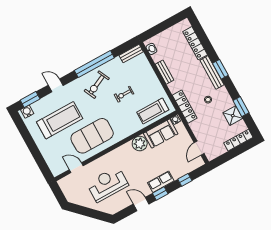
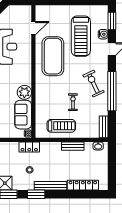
window: (220, 69) -> (36, 194), moved
locker: (185, 107) -> (29, 147), width x0.66
treadmill: (153, 111) -> (61, 126), moved, turned 90
water cooler: (27, 112) -> (103, 34), moved

